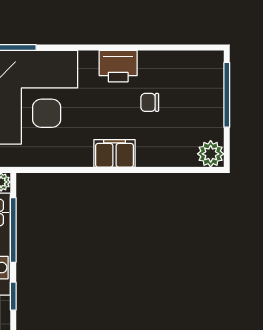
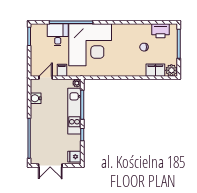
printer: (118, 66) -> (161, 31), moved
filing cabinet: (114, 153) -> (155, 70), moved

